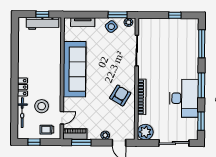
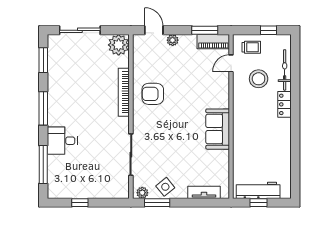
sofa: (75, 69) -> (218, 129), width x0.54, depth x0.79
armchair: (120, 96) -> (153, 94), turned 59
desk: (184, 98) -> (62, 141), moved, width x0.53, depth x0.77

